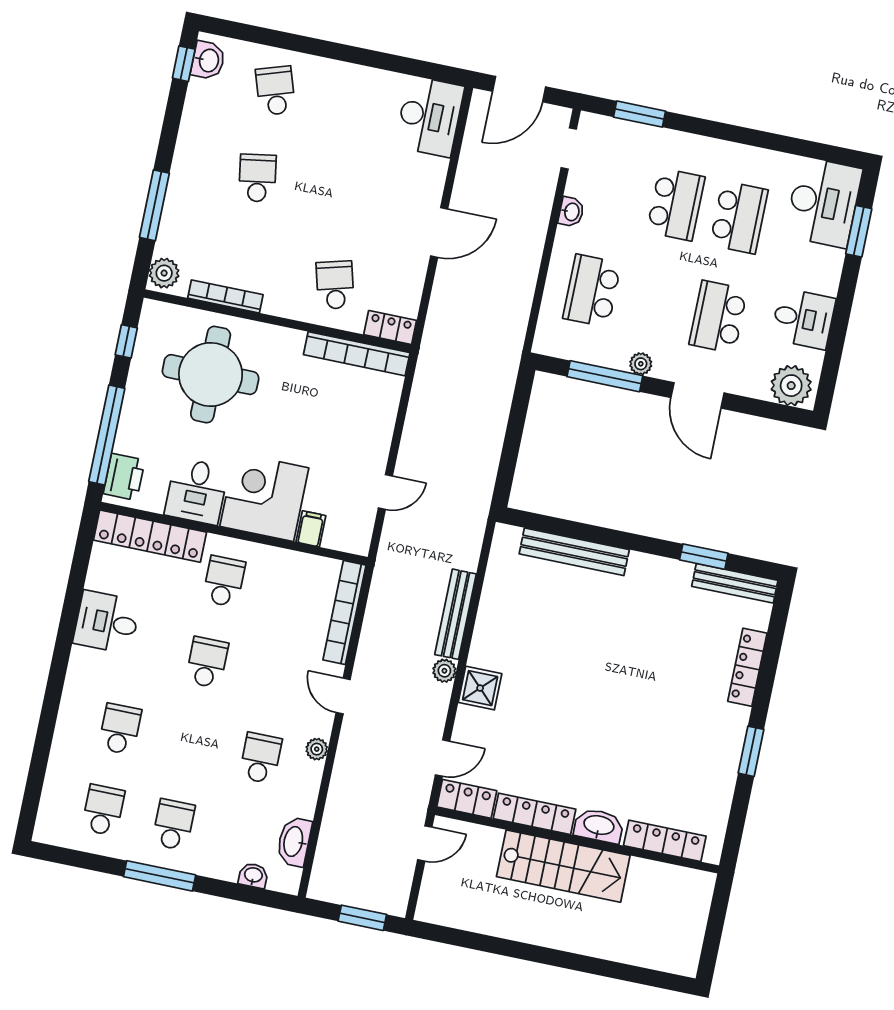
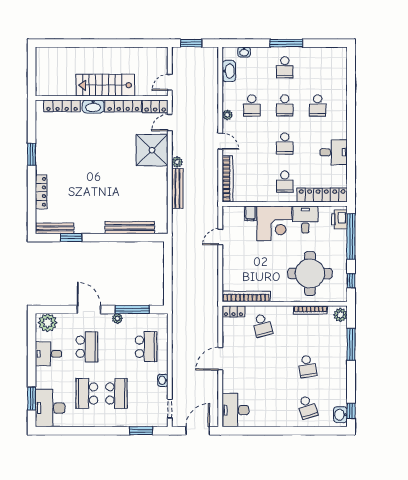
school desk: (676, 204) -> (116, 393), turned 180
shower: (480, 688) -> (152, 150), width x1.86, depth x1.86
school desk: (103, 810) -> (285, 105), moved

